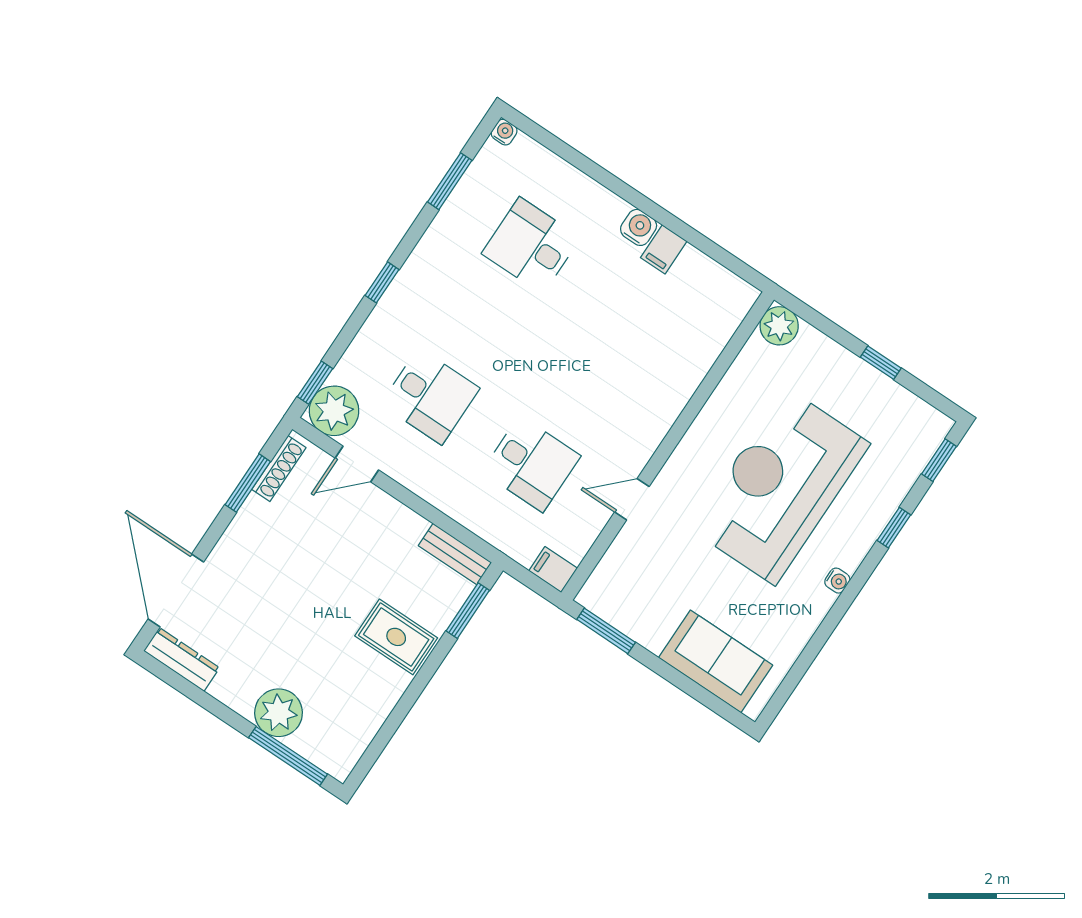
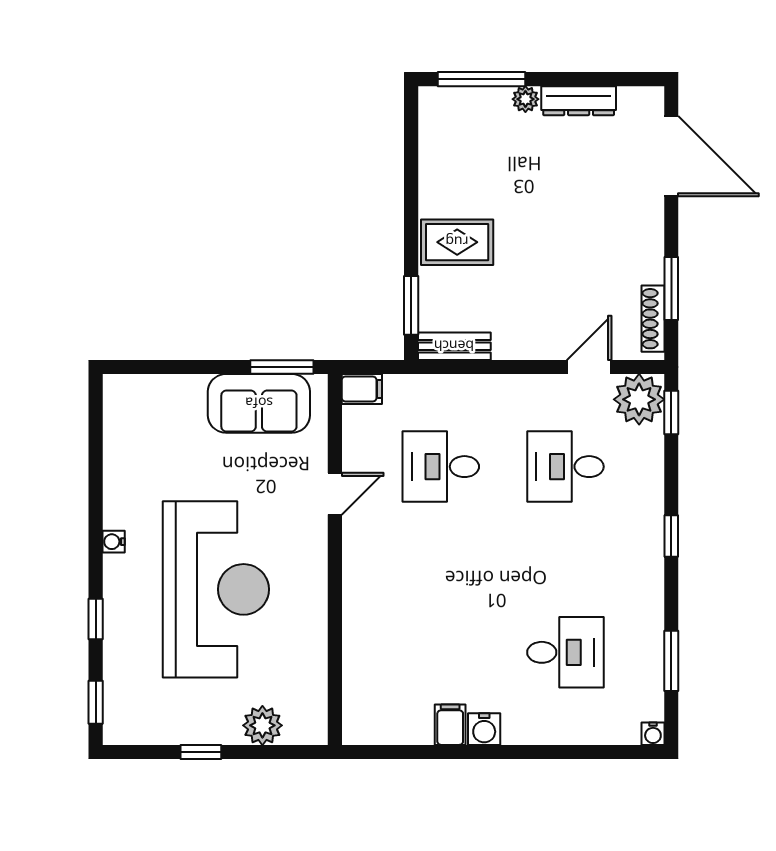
plant: (779, 326) -> (262, 725), moved
dresser: (182, 659) -> (579, 101), moved
sofa: (716, 661) -> (259, 403), moved
plant: (279, 713) -> (525, 99), width x0.53, depth x0.53

